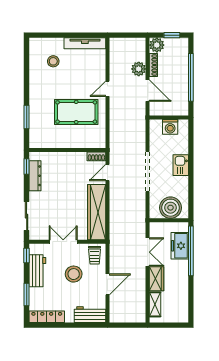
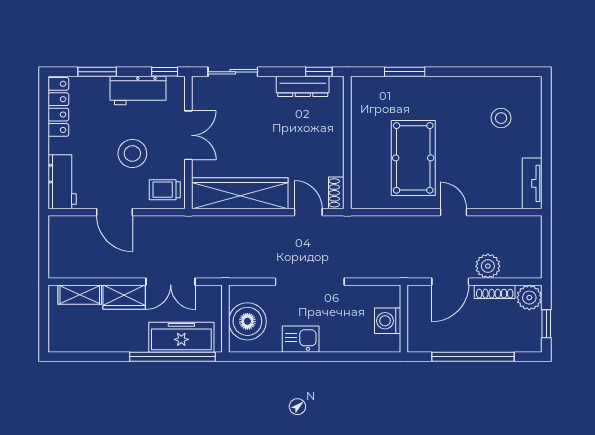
tv unit: (85, 43) -> (532, 183), width x0.71
kitchen sink: (181, 165) -> (301, 339), moved
freezer: (180, 246) -> (181, 337), width x1.40

